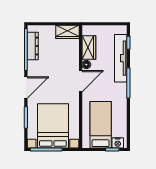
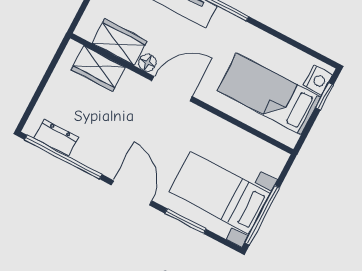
wardrobe: (68, 32) -> (98, 69), moved, turned 90
dresser: (33, 46) -> (56, 138), width x0.70
door: (81, 81) -> (172, 89), hinge flipped
bed with nightstands: (53, 126) -> (220, 193), width x0.73

